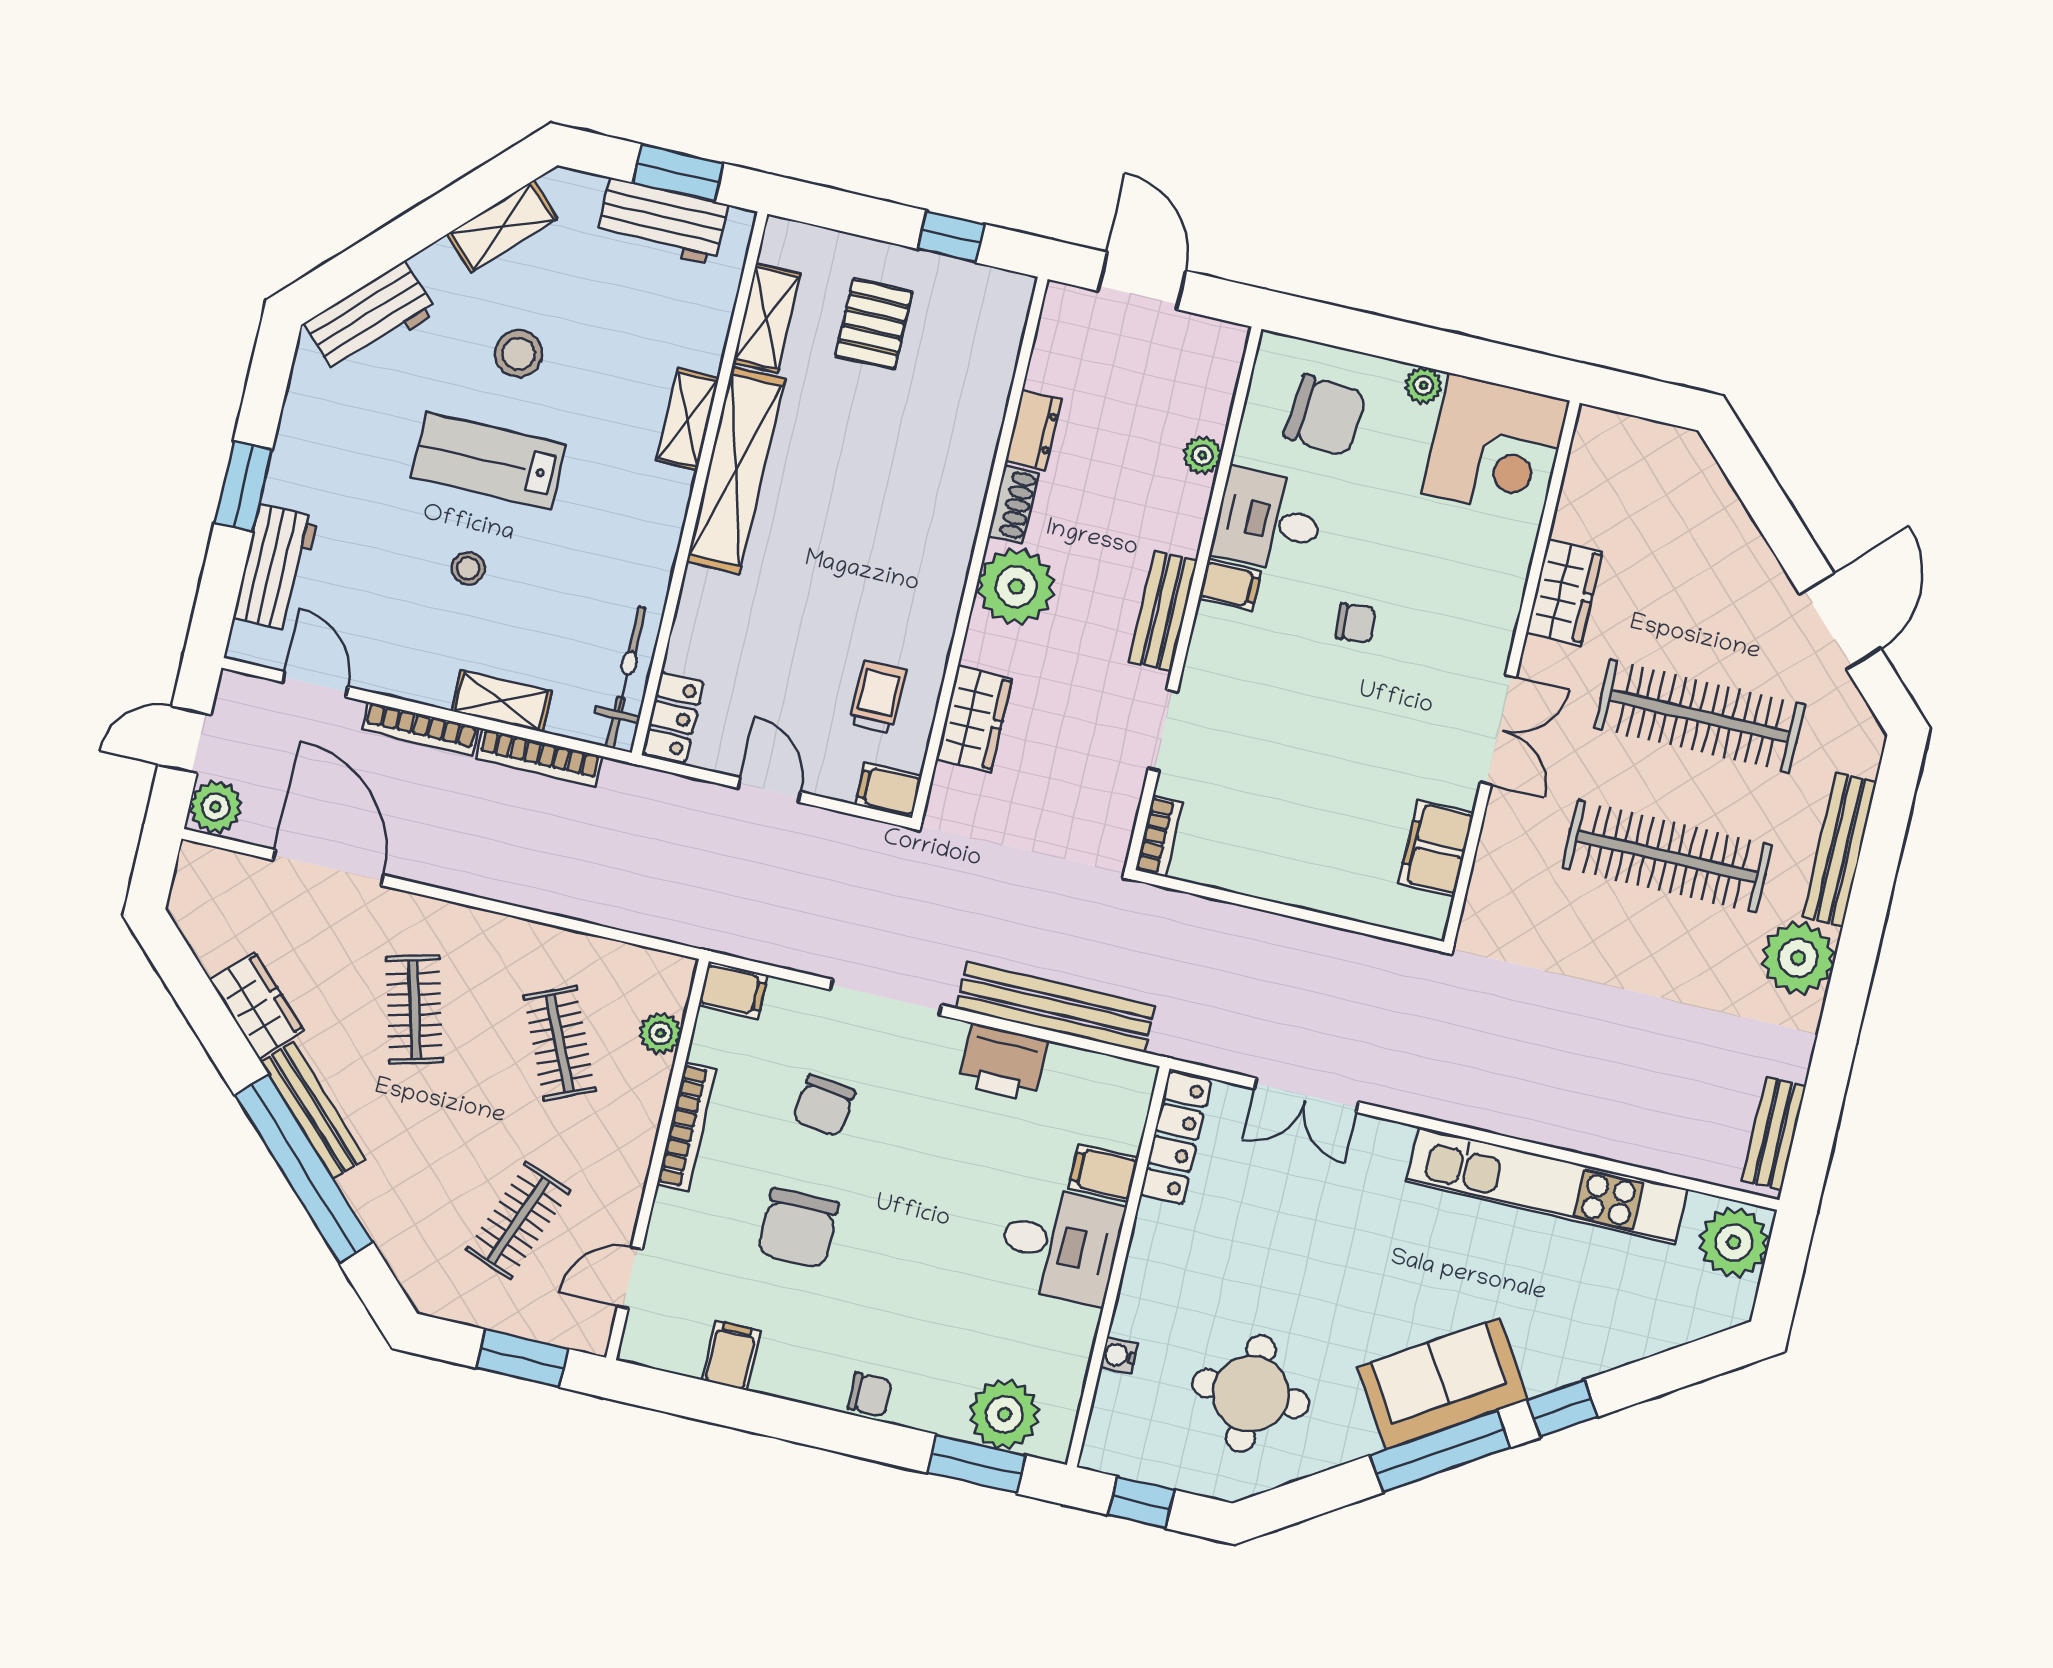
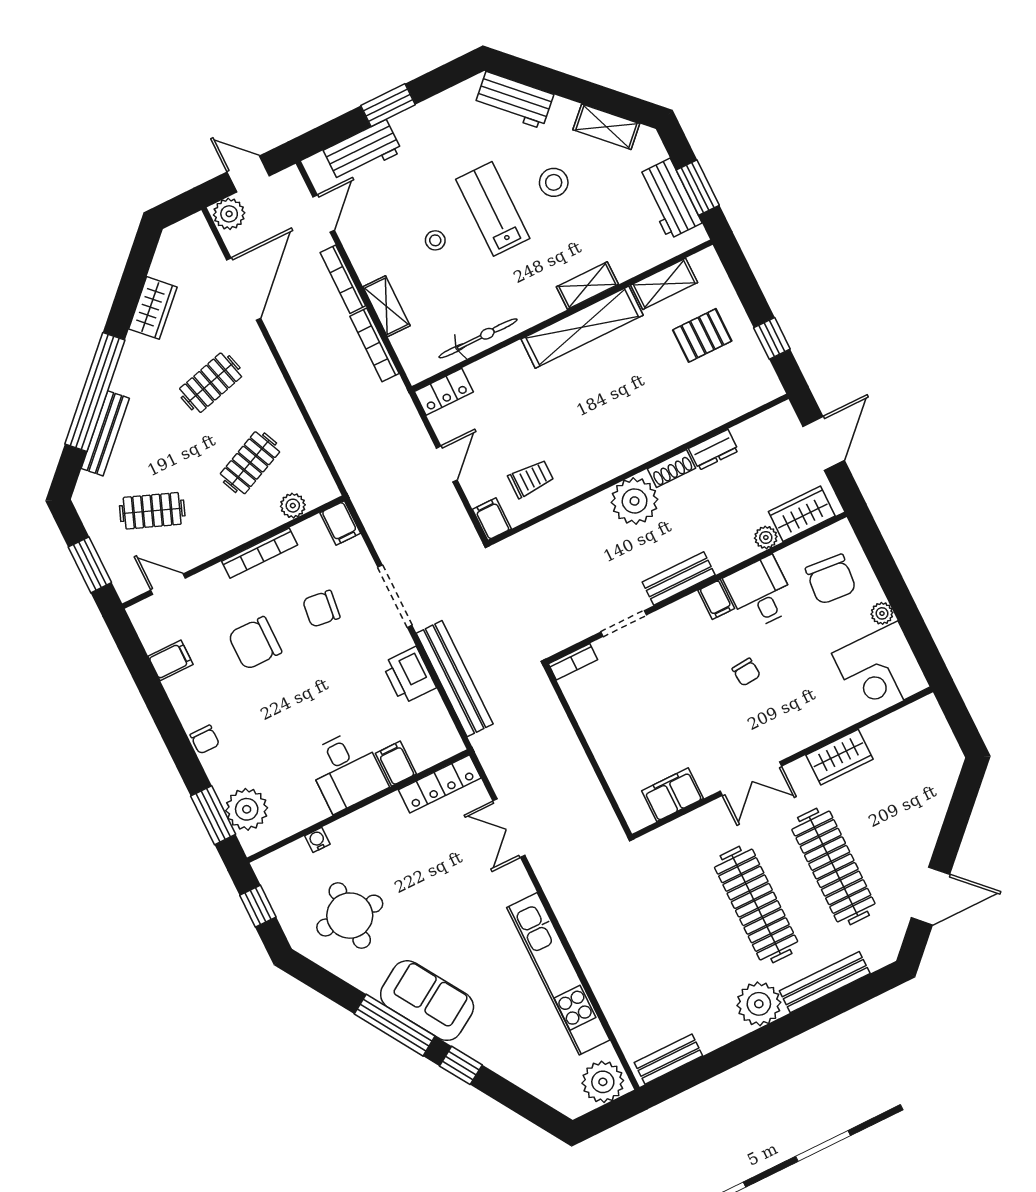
bicycle: (626, 677) -> (478, 338), moved
wardrobe: (974, 719) -> (802, 514), moved, turned 180
bench: (313, 1110) -> (105, 433), moved

